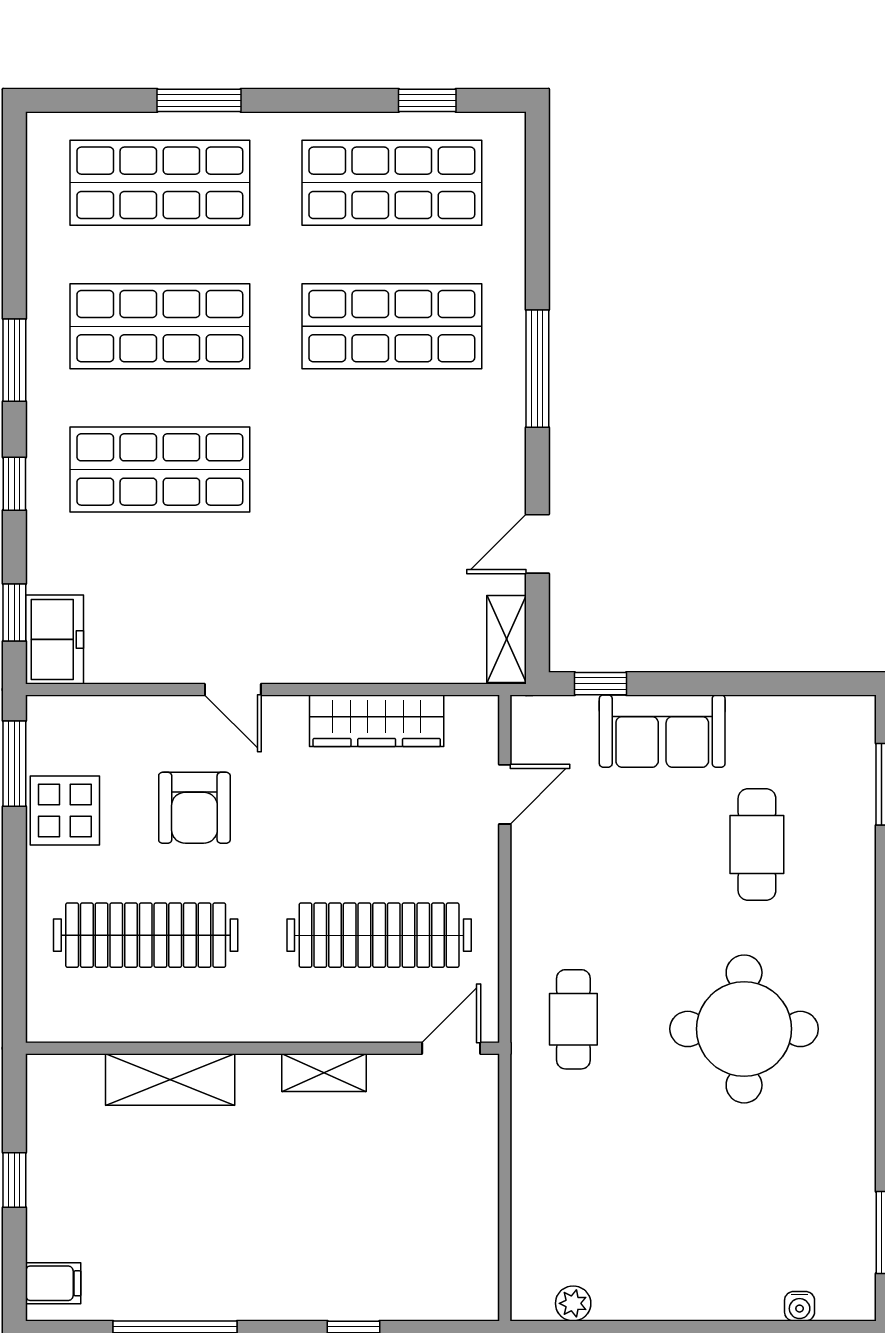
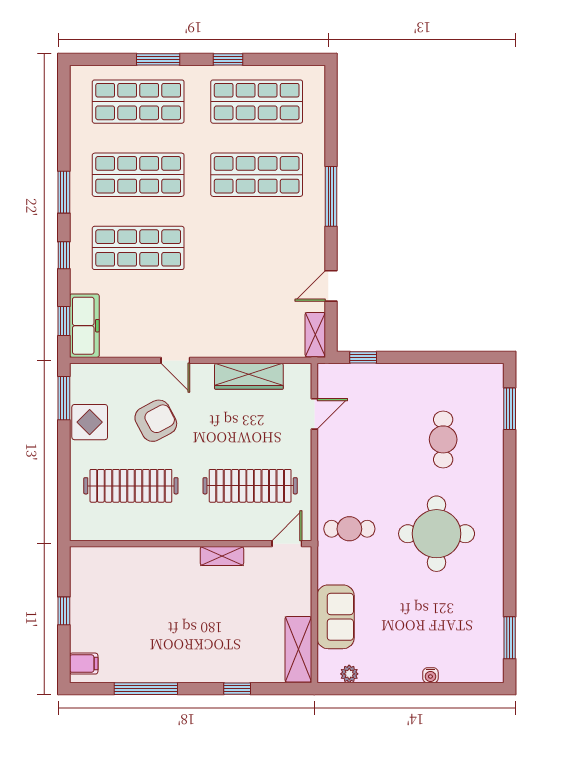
window: (427, 100) -> (228, 59), moved
freezer: (54, 639) -> (84, 326), width x1.40
sofa: (662, 731) -> (336, 617), moved, turned -90
armchair: (194, 808) -> (156, 421), turned -118
cafe table: (573, 1019) -> (349, 529), turned 90
shelving: (170, 1079) -> (298, 649), moved, turned 90
water cooler: (800, 1306) -> (430, 675), moved

